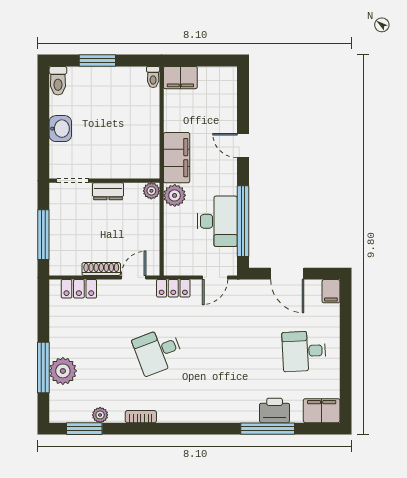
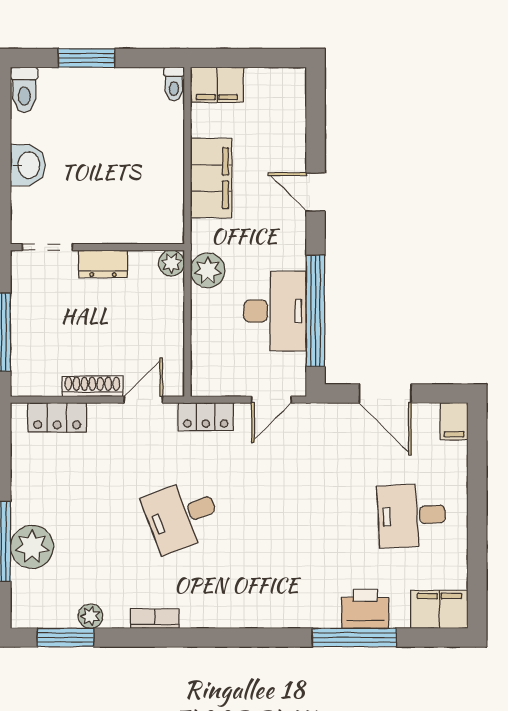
filing cabinet: (177, 158) -> (211, 178), moved

